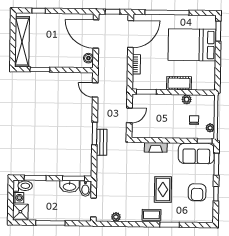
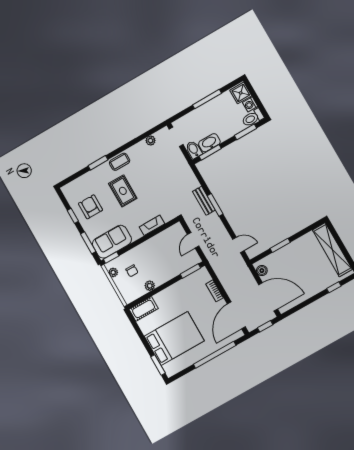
window: (40, 69) -> (280, 245), moved
cot: (179, 83) -> (144, 309), moved

